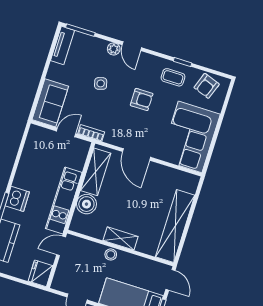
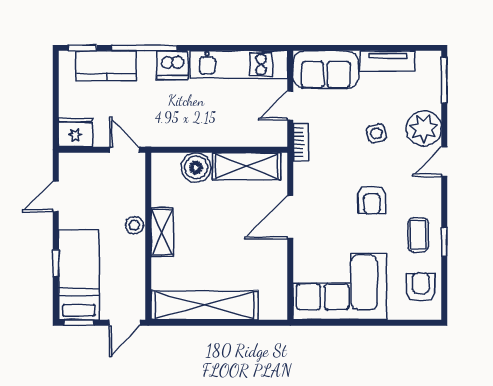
tv unit: (62, 45) -> (388, 61), moved
plant: (114, 49) -> (424, 128), width x1.87, depth x1.87
armchair: (207, 86) -> (421, 287), turned 70
door: (66, 132) -> (290, 106), swing flipped
kitchen unit: (64, 200) -> (239, 65), moved, turned 180

